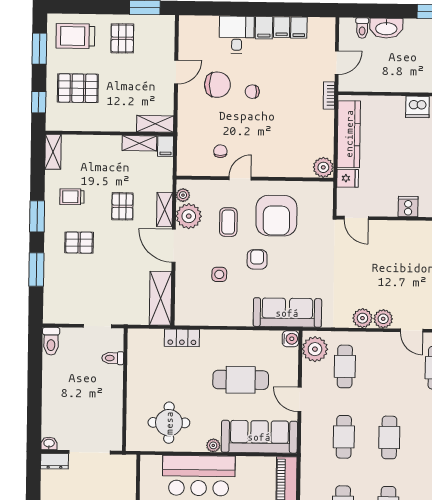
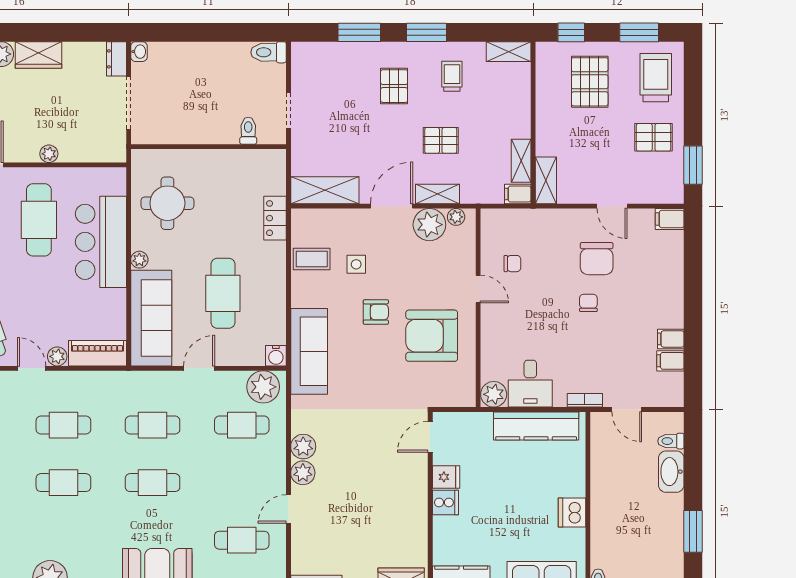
filing cabinet: (264, 28) -> (670, 219), moved
desk: (237, 35) -> (530, 384), moved, turned 90
fridge: (348, 178) -> (446, 477), moved, turned -90
coffee table: (228, 222) -> (312, 259), moved

